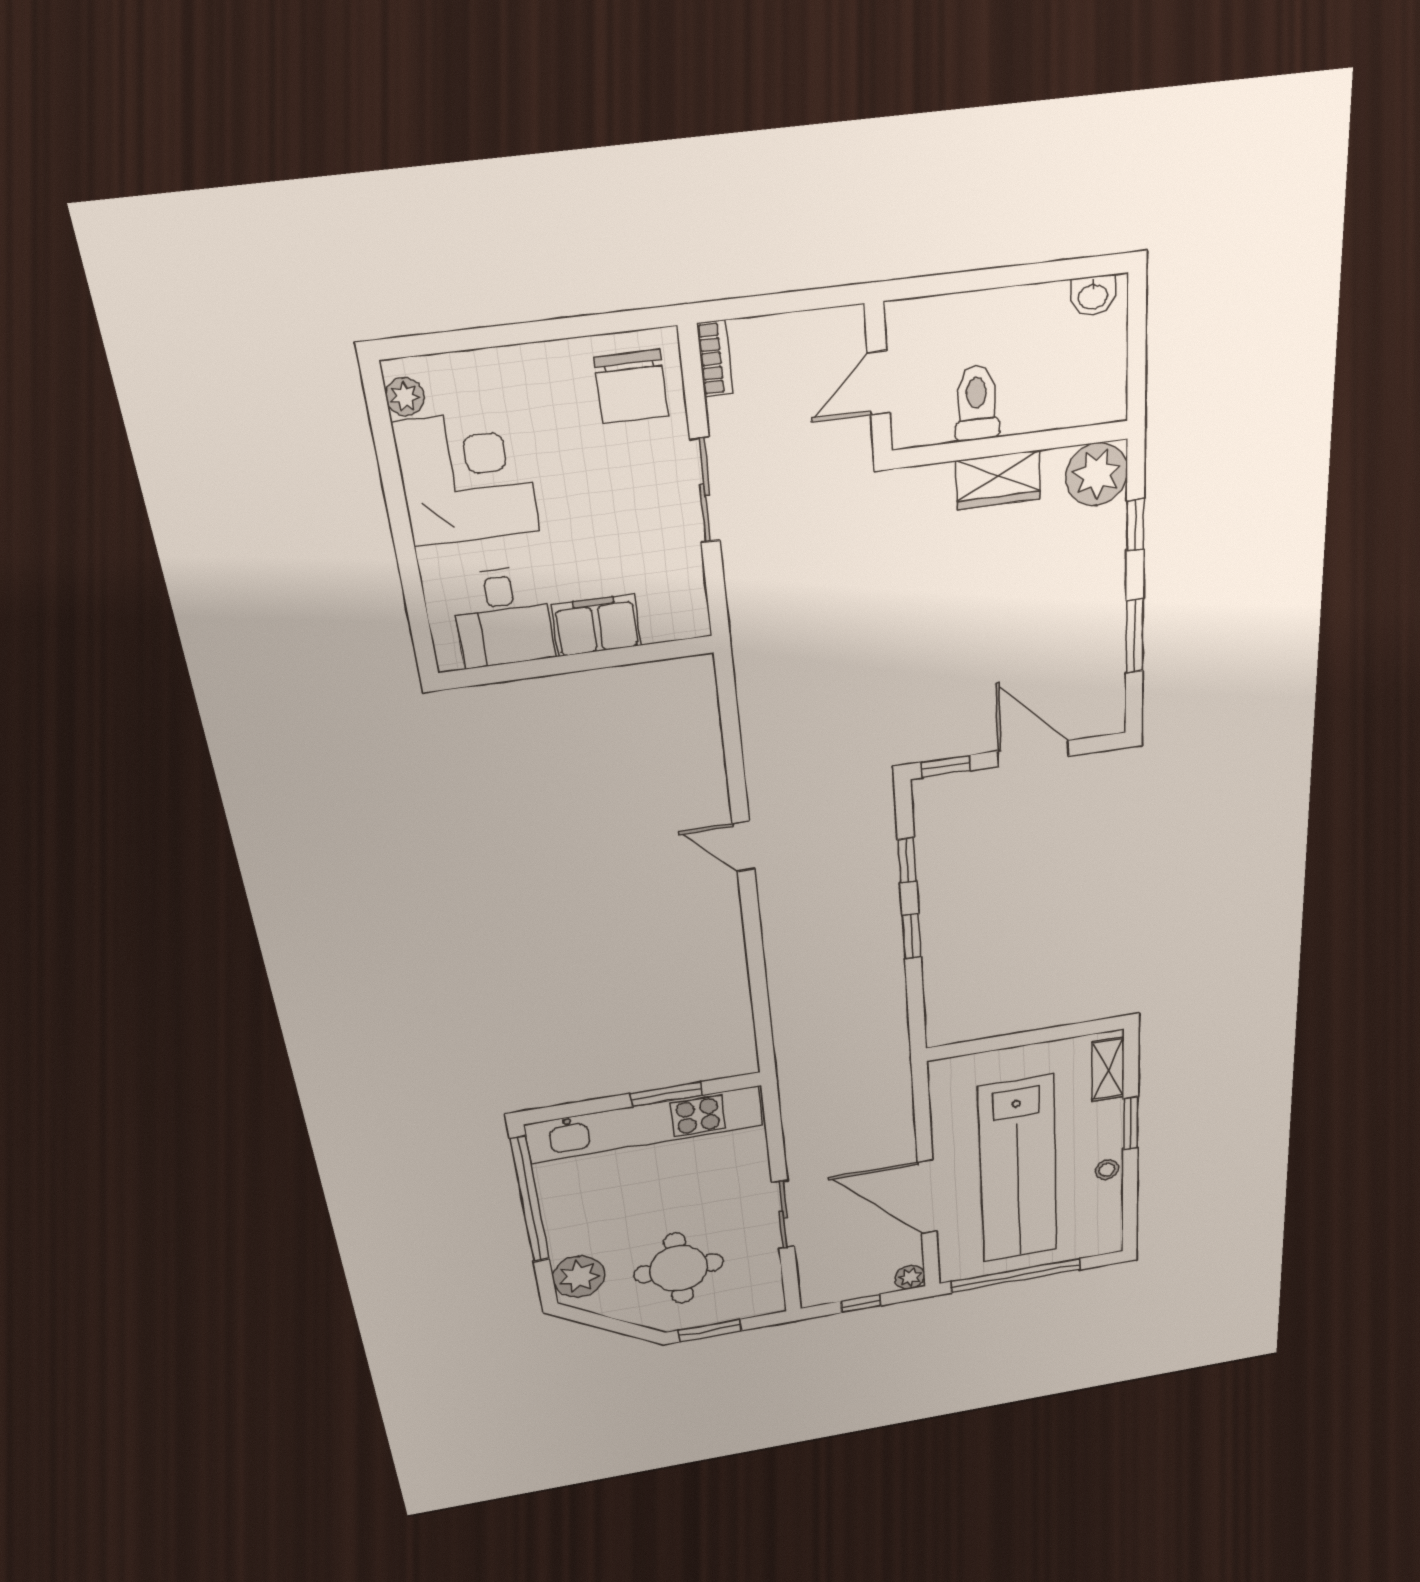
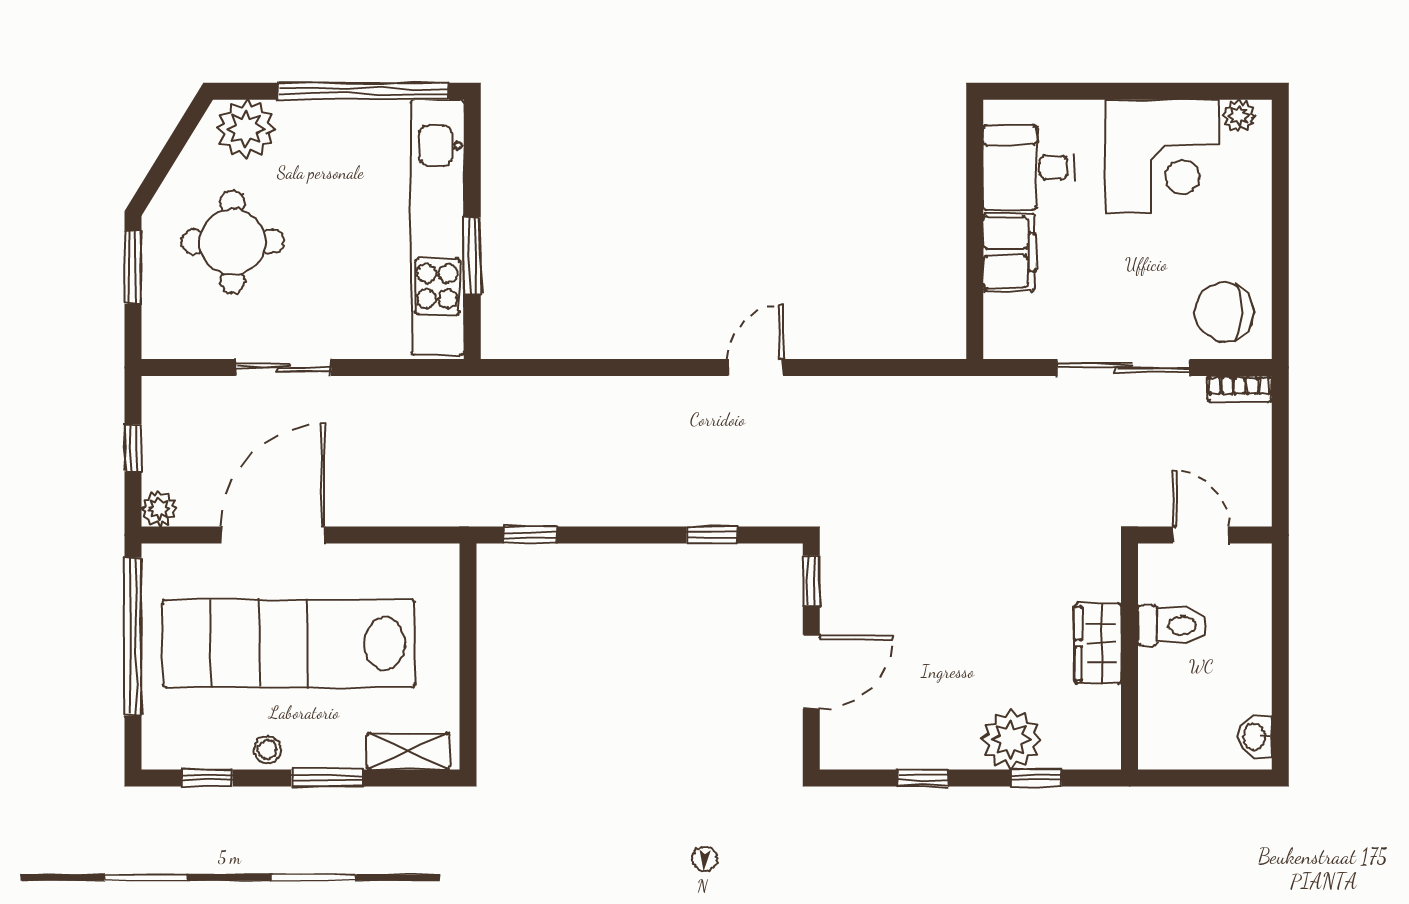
plant: (1097, 474) -> (1011, 739), moved
sliding door: (705, 490) -> (1124, 368), width x1.37
window: (1134, 636) -> (923, 778), width x0.67
window: (912, 936) -> (530, 535), moved
window: (1130, 1207) -> (207, 778), added

